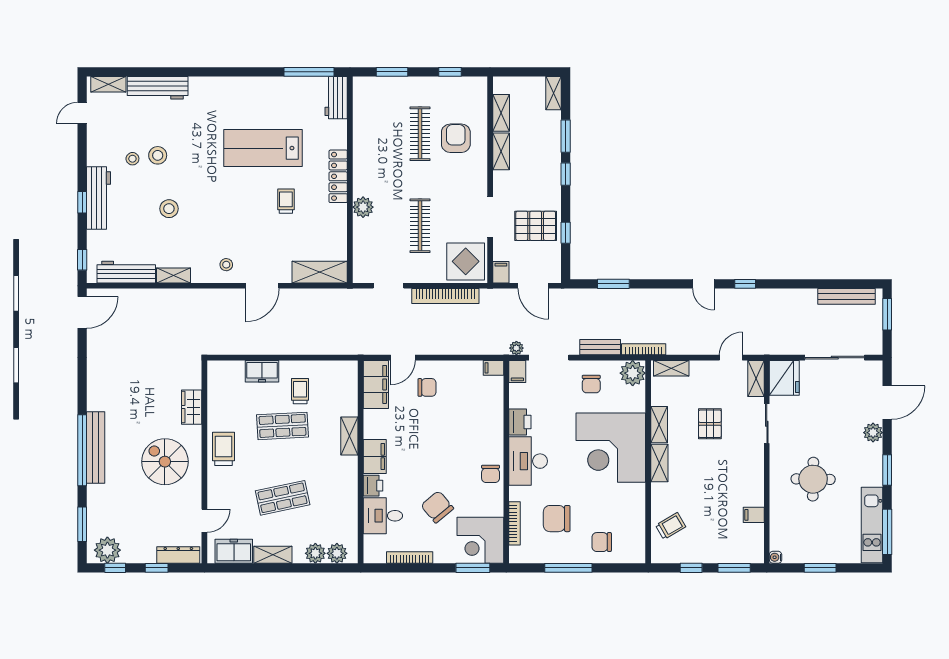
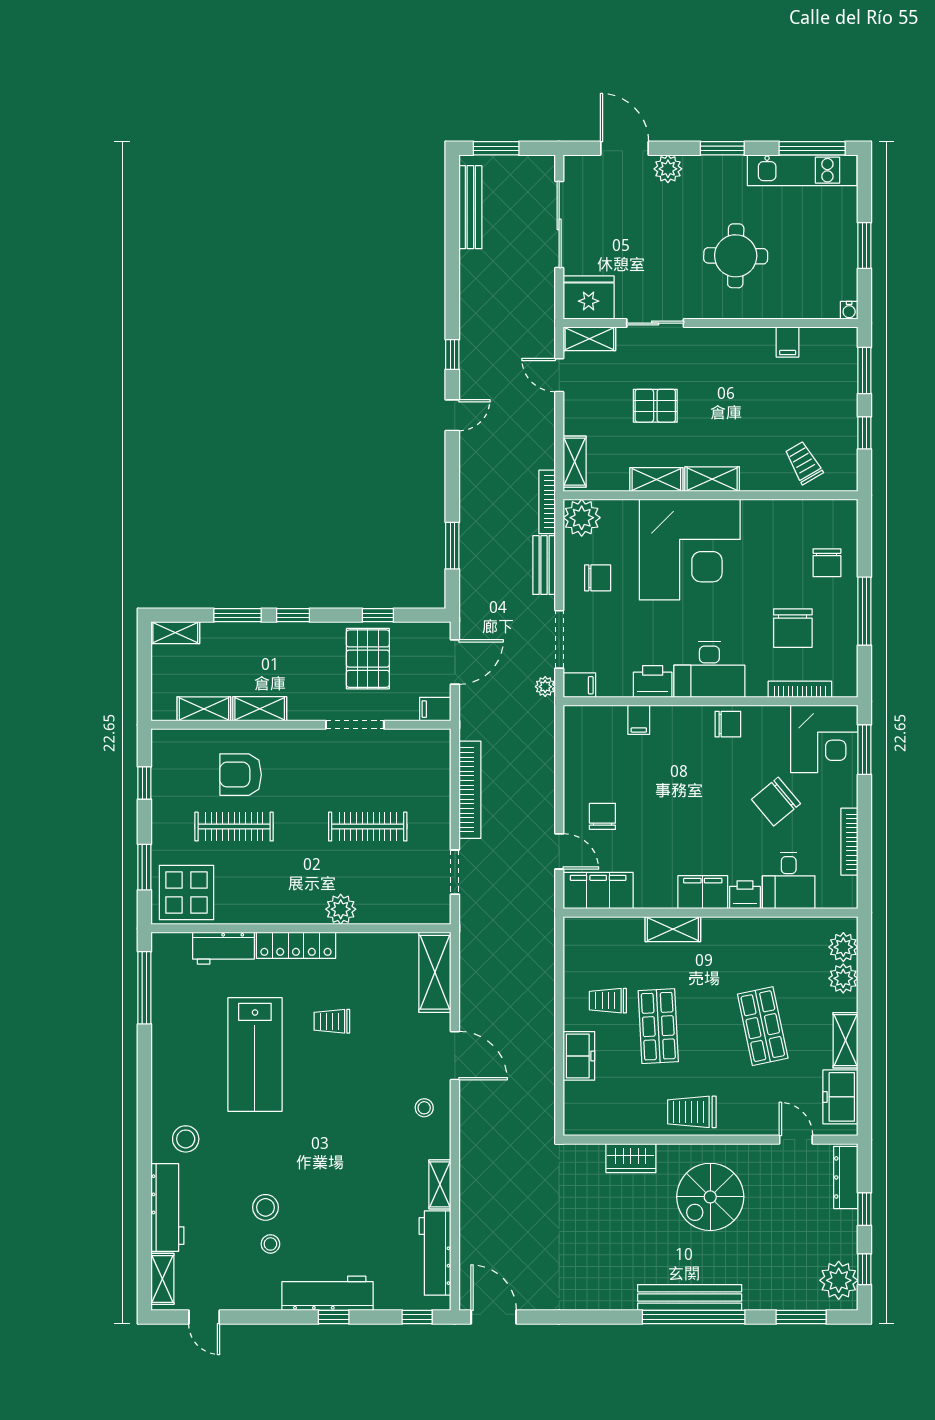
workbench: (336, 98) -> (223, 948), moved
stool: (169, 209) -> (186, 1139), moved
display table: (466, 261) -> (186, 892), moved
filing cabinet: (494, 368) -> (639, 720), moved

